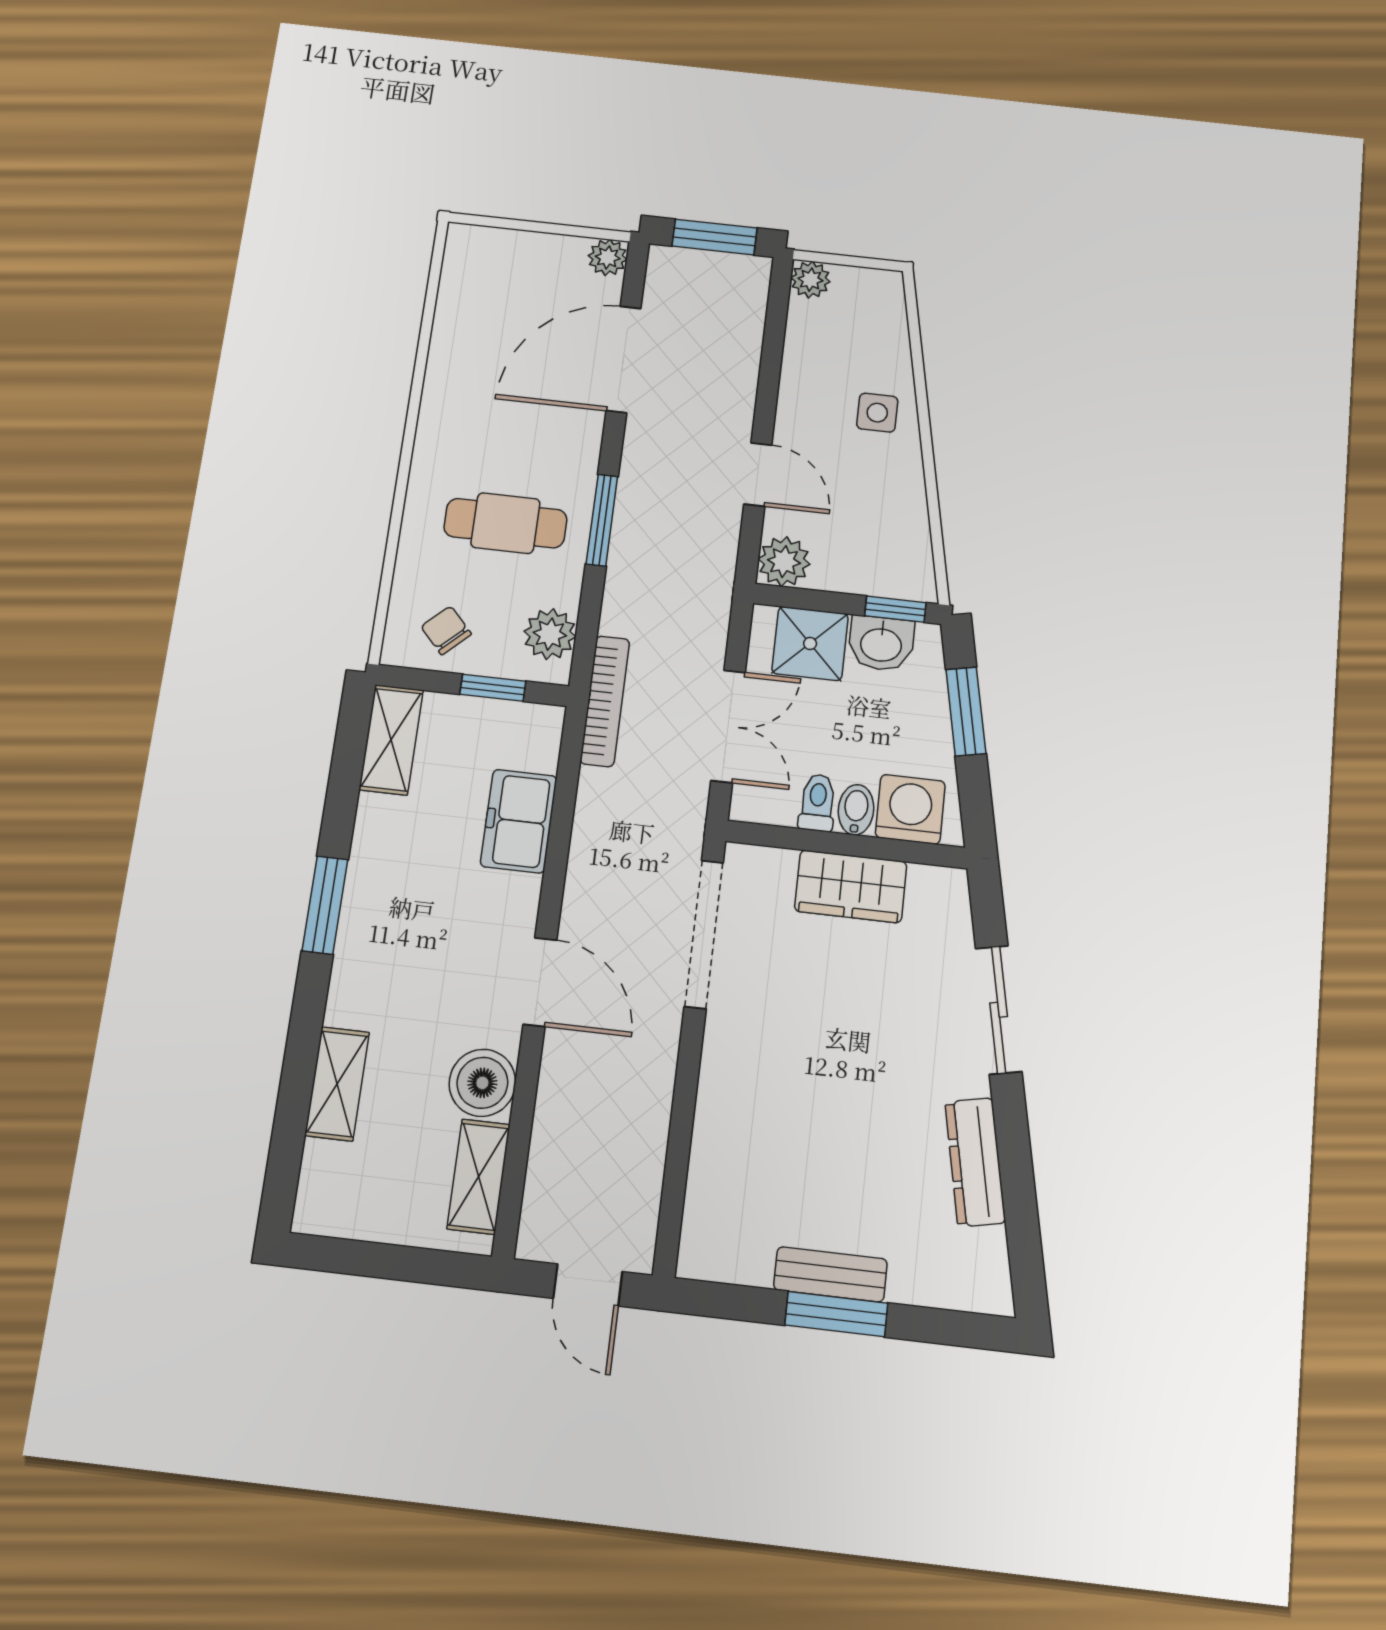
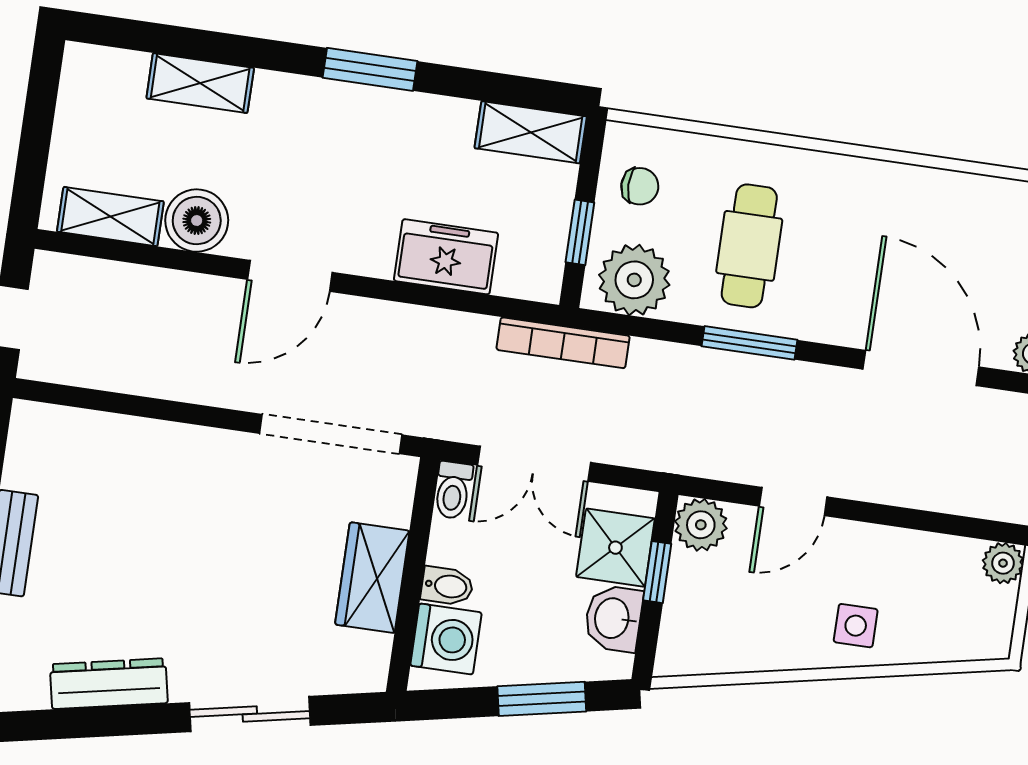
window: (895, 609) -> (657, 572), moved
chair: (446, 630) -> (640, 186), turned 43
plant: (550, 634) -> (634, 280), width x1.36, depth x1.36
toilet: (817, 803) -> (453, 490), moved, turned 90

